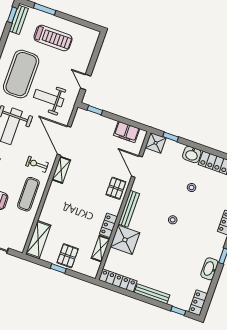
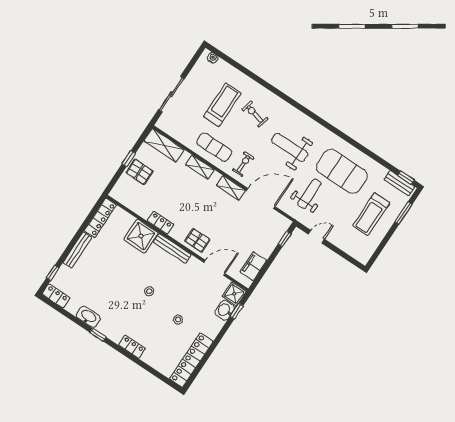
washbasin: (192, 154) -> (225, 310), moved
shelving: (101, 249) -> (200, 167), moved

